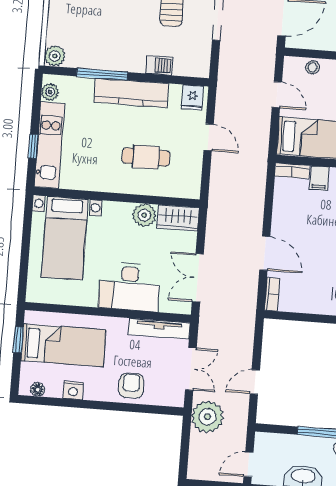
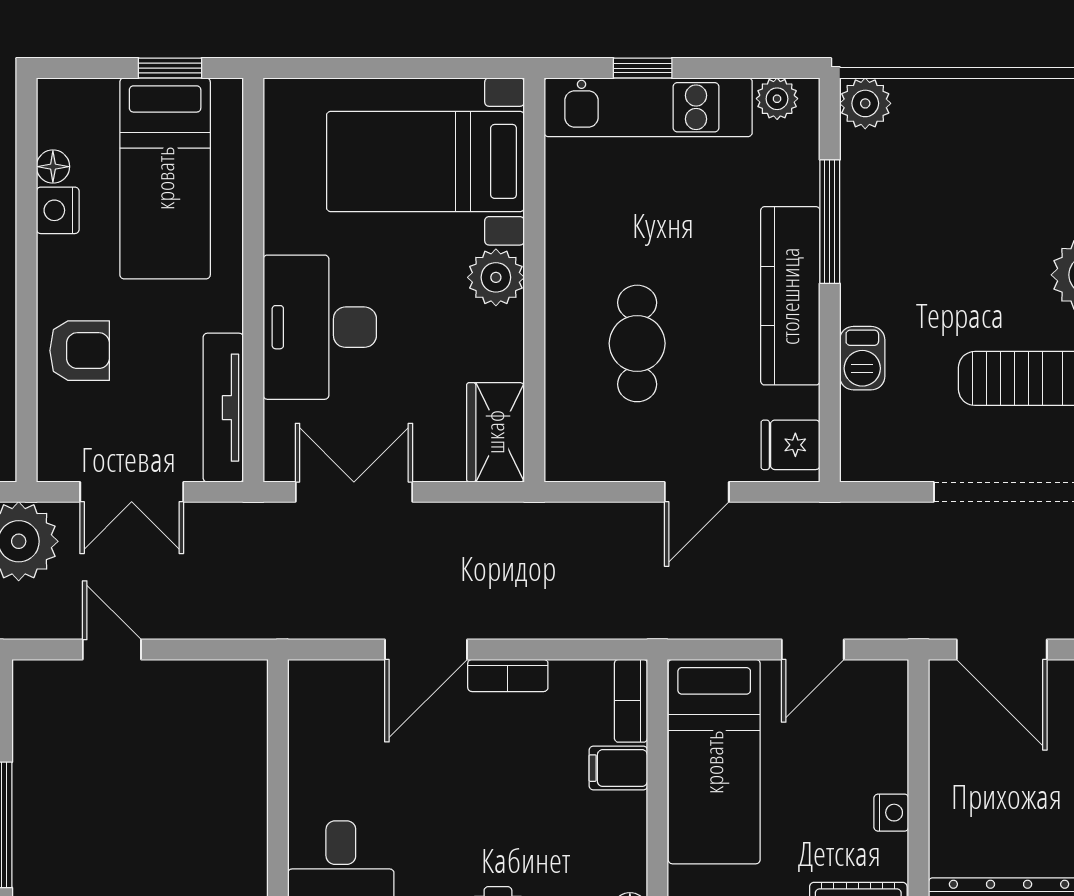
stool: (313, 67) -> (886, 731), removed
plant: (144, 215) -> (496, 277), moved
bookcase: (272, 294) -> (508, 675), moved
floor lamp: (38, 390) -> (53, 167), moved

